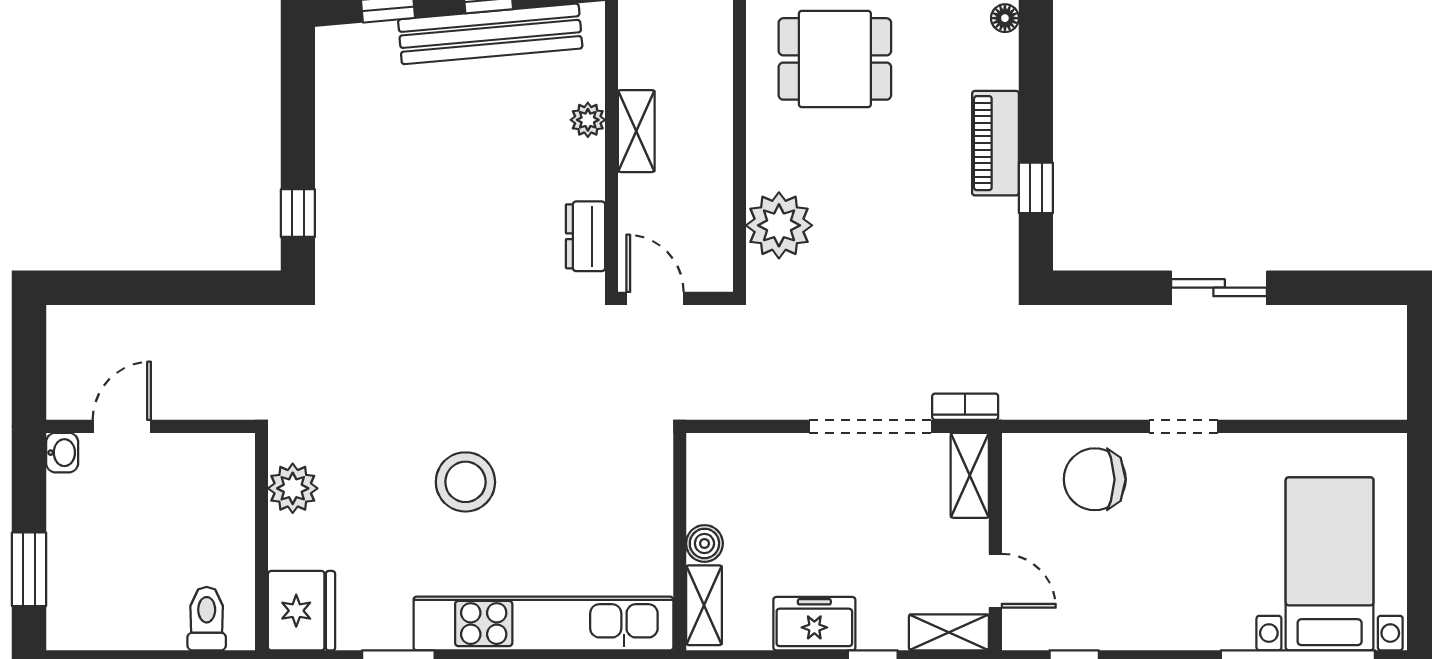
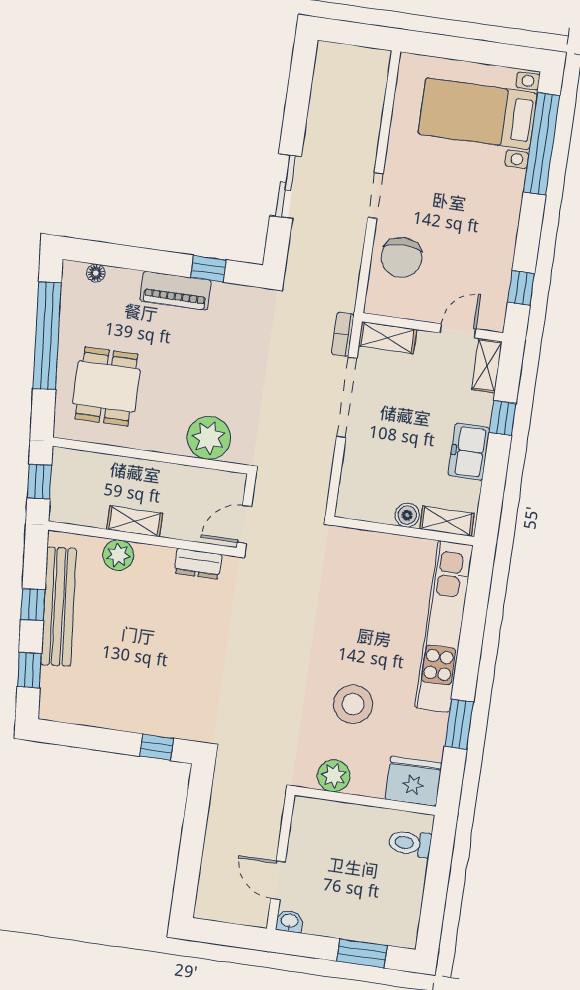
plant: (588, 120) -> (118, 555), width x1.38, depth x1.38
sliding door: (1219, 288) -> (286, 186), moved
stool: (465, 482) -> (353, 704), moved

